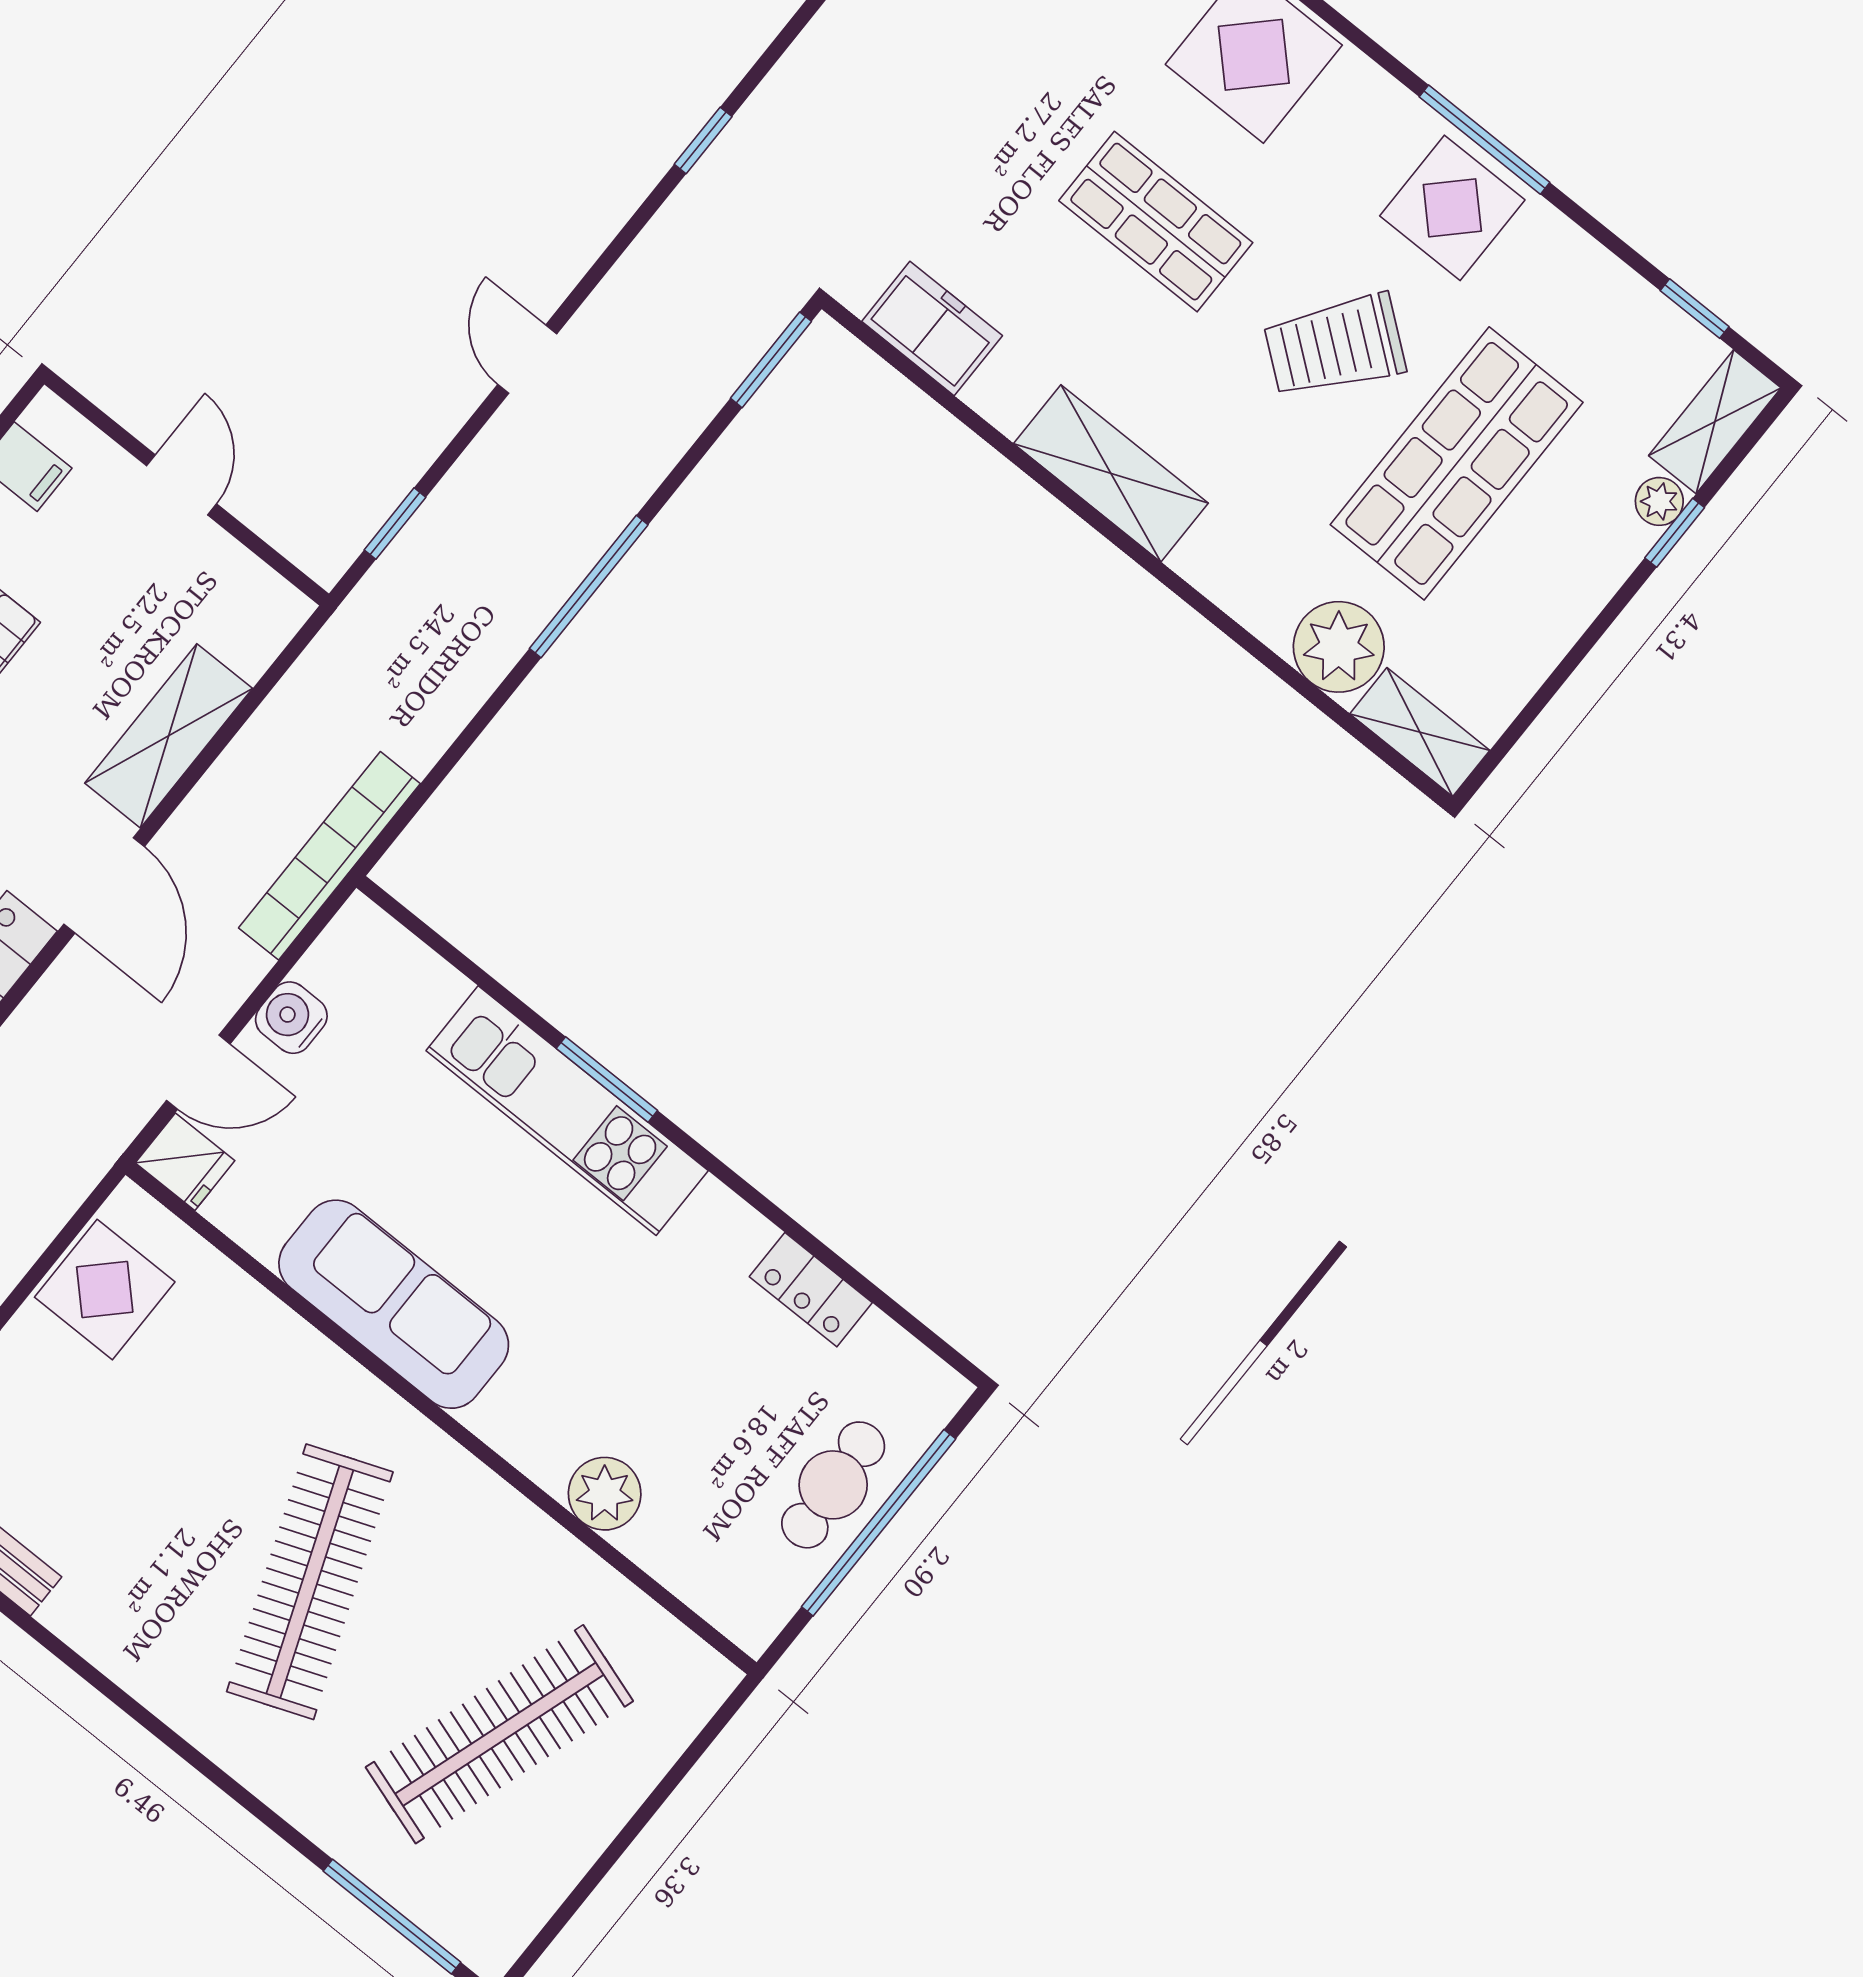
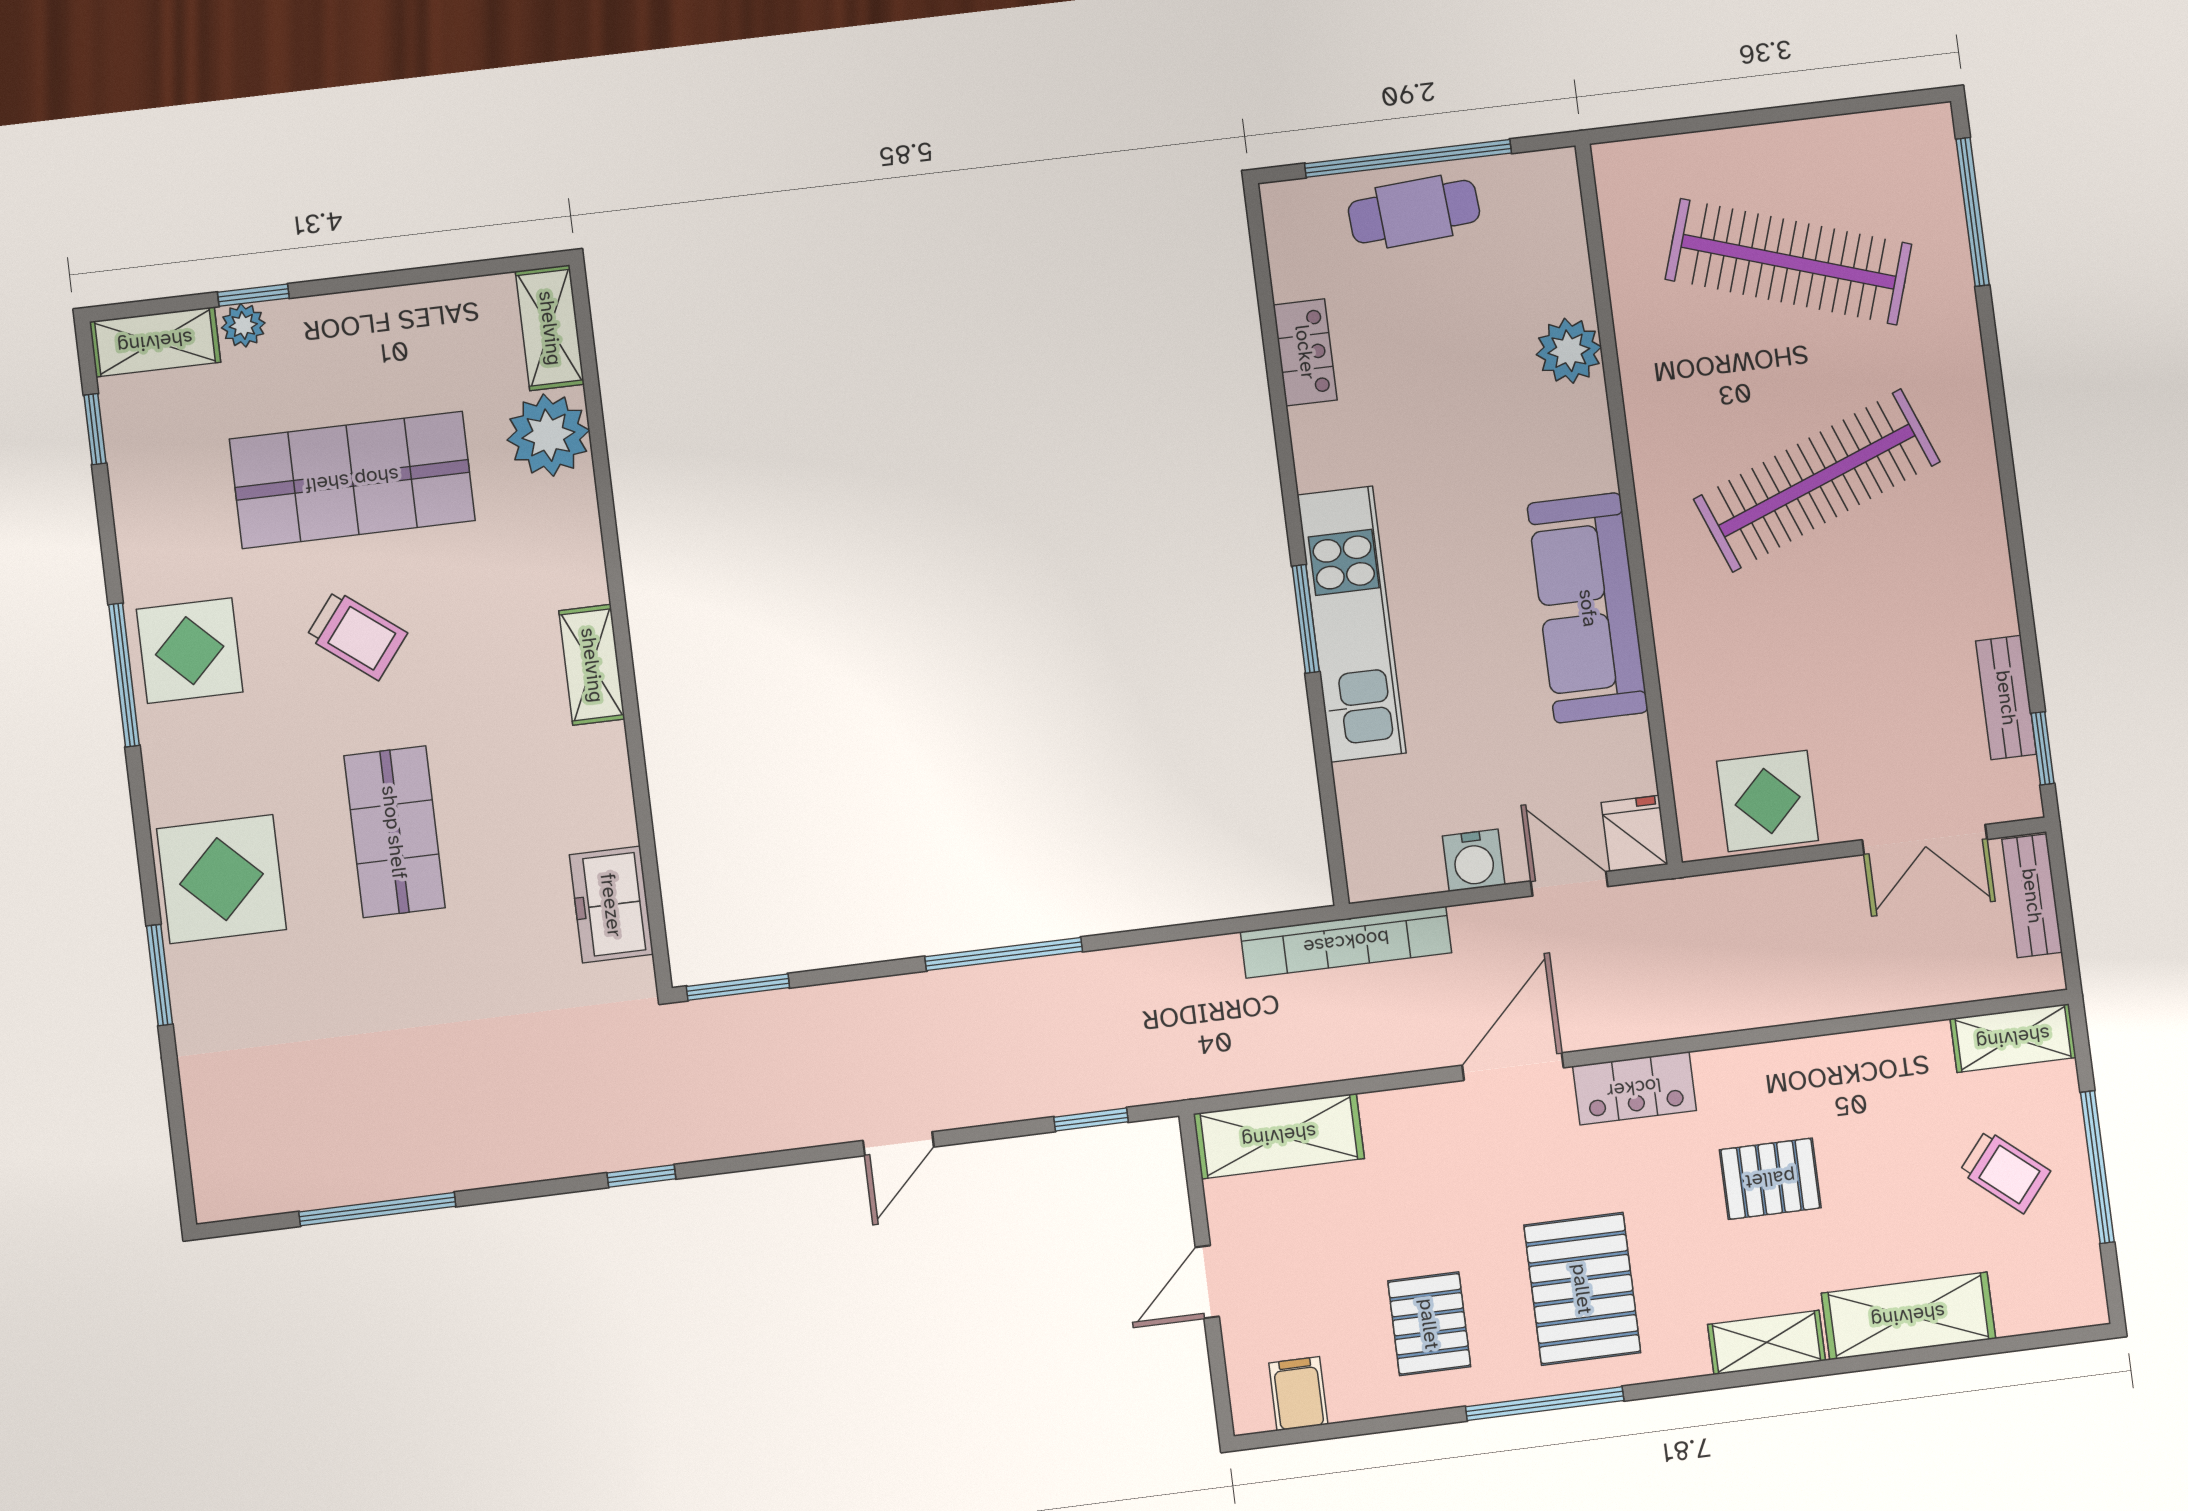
trolley: (1335, 346) -> (357, 635), width x0.73, depth x0.72
shelving: (1111, 473) -> (592, 665), width x0.67, depth x0.75
shelving: (169, 736) -> (1279, 1136), moved

